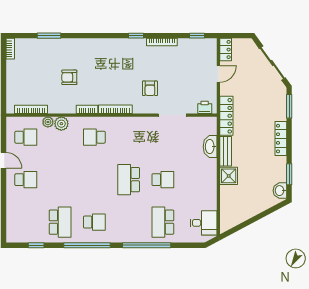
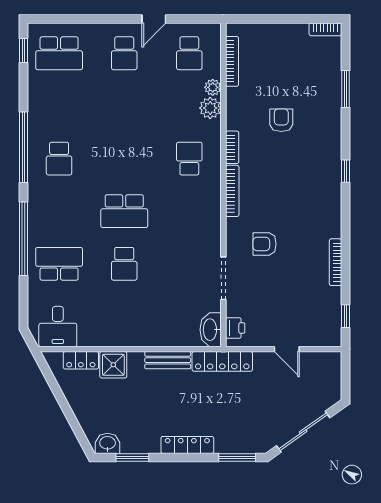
window: (136, 36) -> (345, 171), moved
locker: (226, 50) -> (81, 360), moved
washbasin: (210, 147) -> (211, 330), moved, turned -90
shower: (229, 176) -> (113, 365), moved
school desk: (129, 180) -> (124, 211), turned 180
school desk: (60, 222) -> (59, 53), moved
window: (36, 245) -> (24, 50), moved

